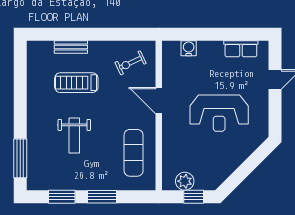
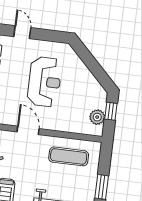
door: (159, 101) -> (28, 130), swing flipped

